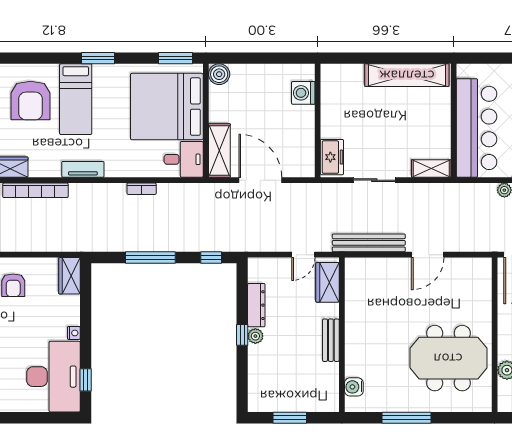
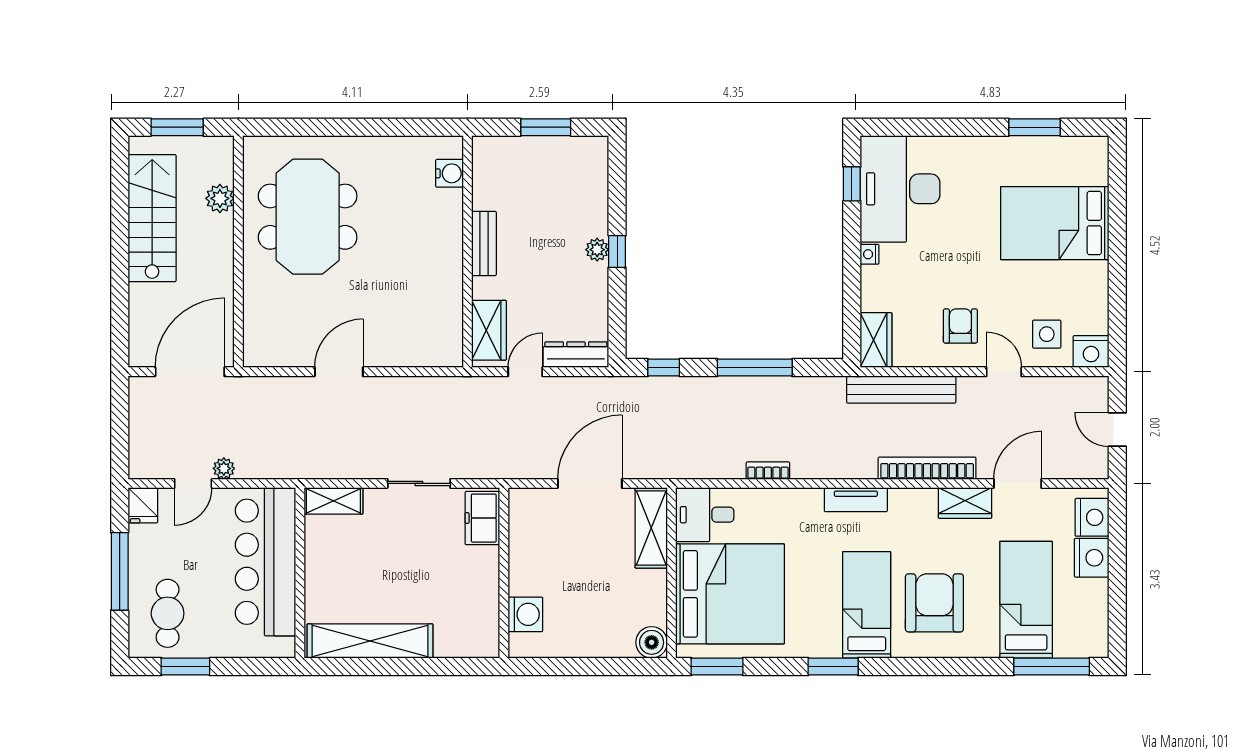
door: (260, 180) -> (590, 483), swing flipped
bench: (369, 243) -> (901, 389), moved
dresser: (256, 305) -> (576, 355), moved, turned 90
meeting table: (448, 358) -> (308, 217), turned 90
window: (406, 418) -> (371, 127), removed

